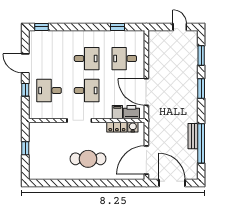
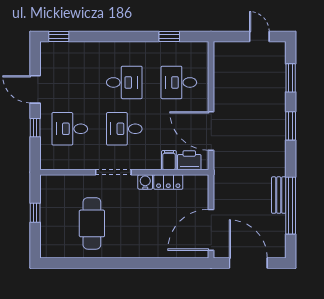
desk: (87, 90) -> (124, 129), turned 180
water cooler: (133, 127) -> (145, 182), moved
cafe table: (88, 159) -> (92, 223), moved, turned 90

